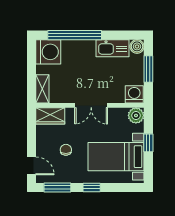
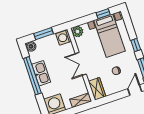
window: (75, 35) -> (32, 76), moved
kitchen sink: (113, 48) -> (41, 73), moved
double door: (91, 105) -> (81, 64), swing flipped
window: (148, 143) -> (103, 14), moved

